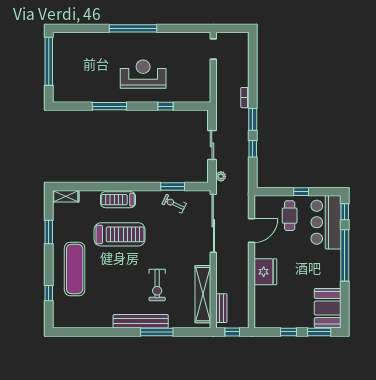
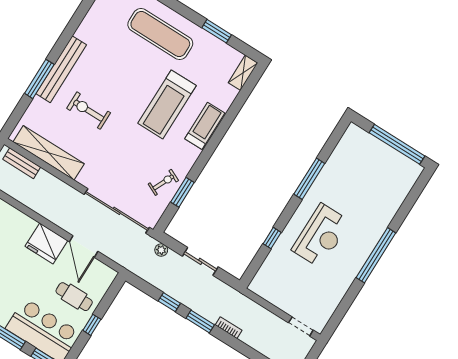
fridge: (265, 272) -> (46, 243), moved

